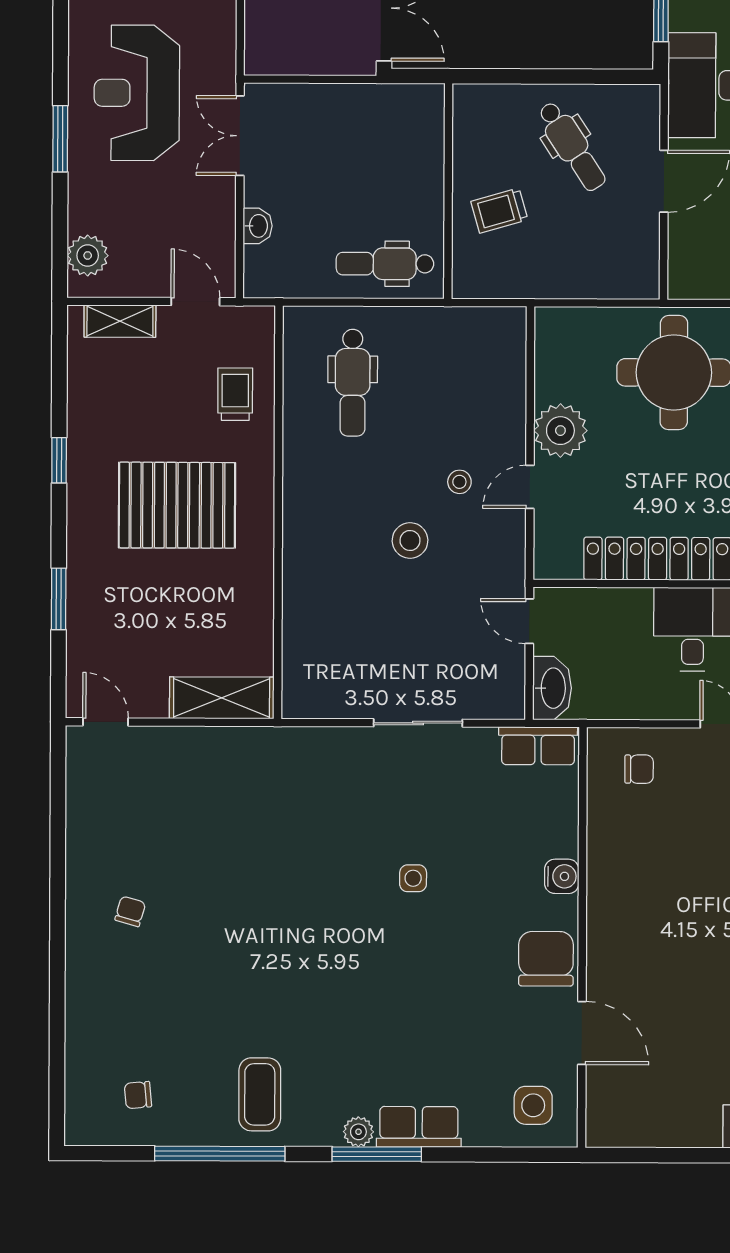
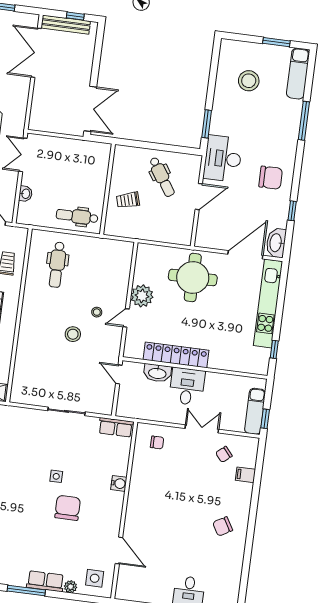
washbasin: (552, 688) -> (157, 373), moved, turned 90
chair: (546, 959) -> (68, 508), moved
plant: (358, 1132) -> (71, 587), moved

